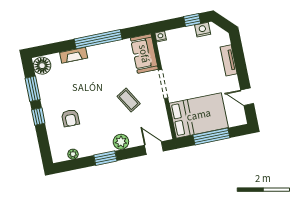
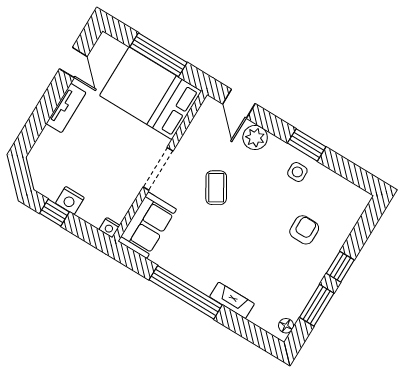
nightstand: (203, 30) -> (70, 200), moved
tv unit: (229, 60) -> (66, 108), moved
floor lamp: (42, 66) -> (286, 326), width x0.53, depth x0.53
side table: (98, 142) -> (297, 172), added
plant: (121, 142) -> (255, 138), moved
plant: (73, 154) -> (340, 185), removed

